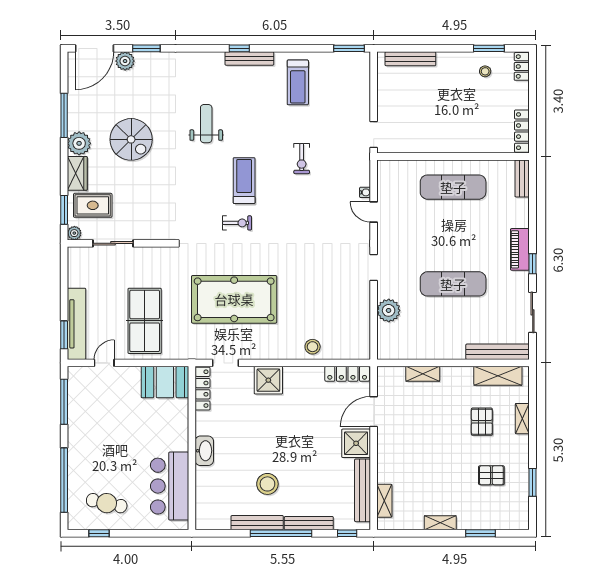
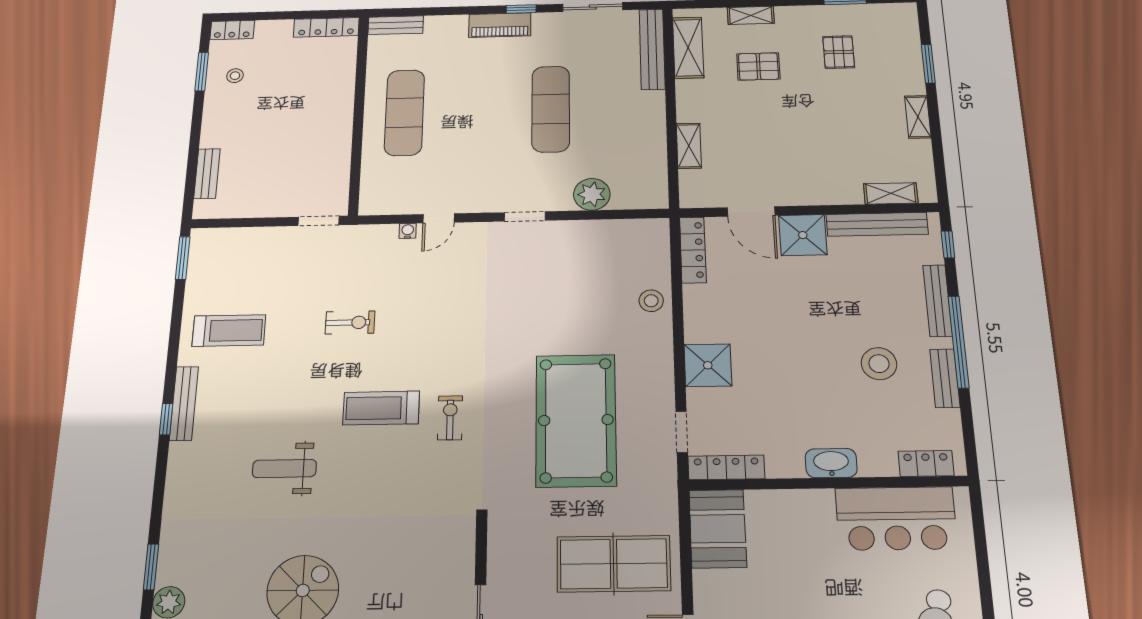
bench: (410, 59) -> (207, 174), width x0.73
locker: (203, 506) -> (926, 463), added
bench: (257, 523) -> (945, 378), width x0.73

